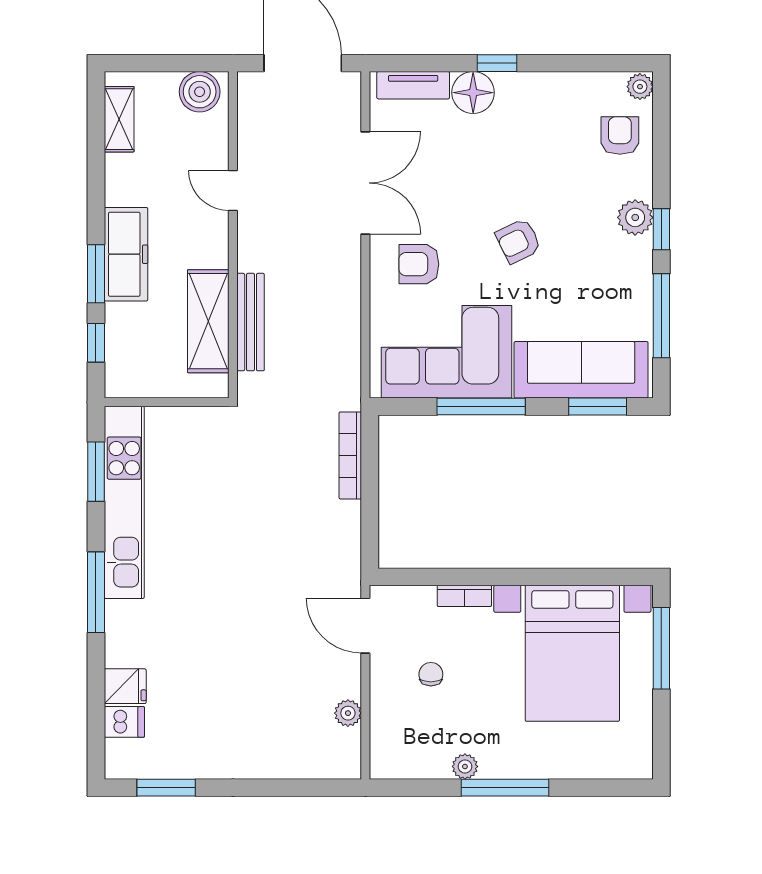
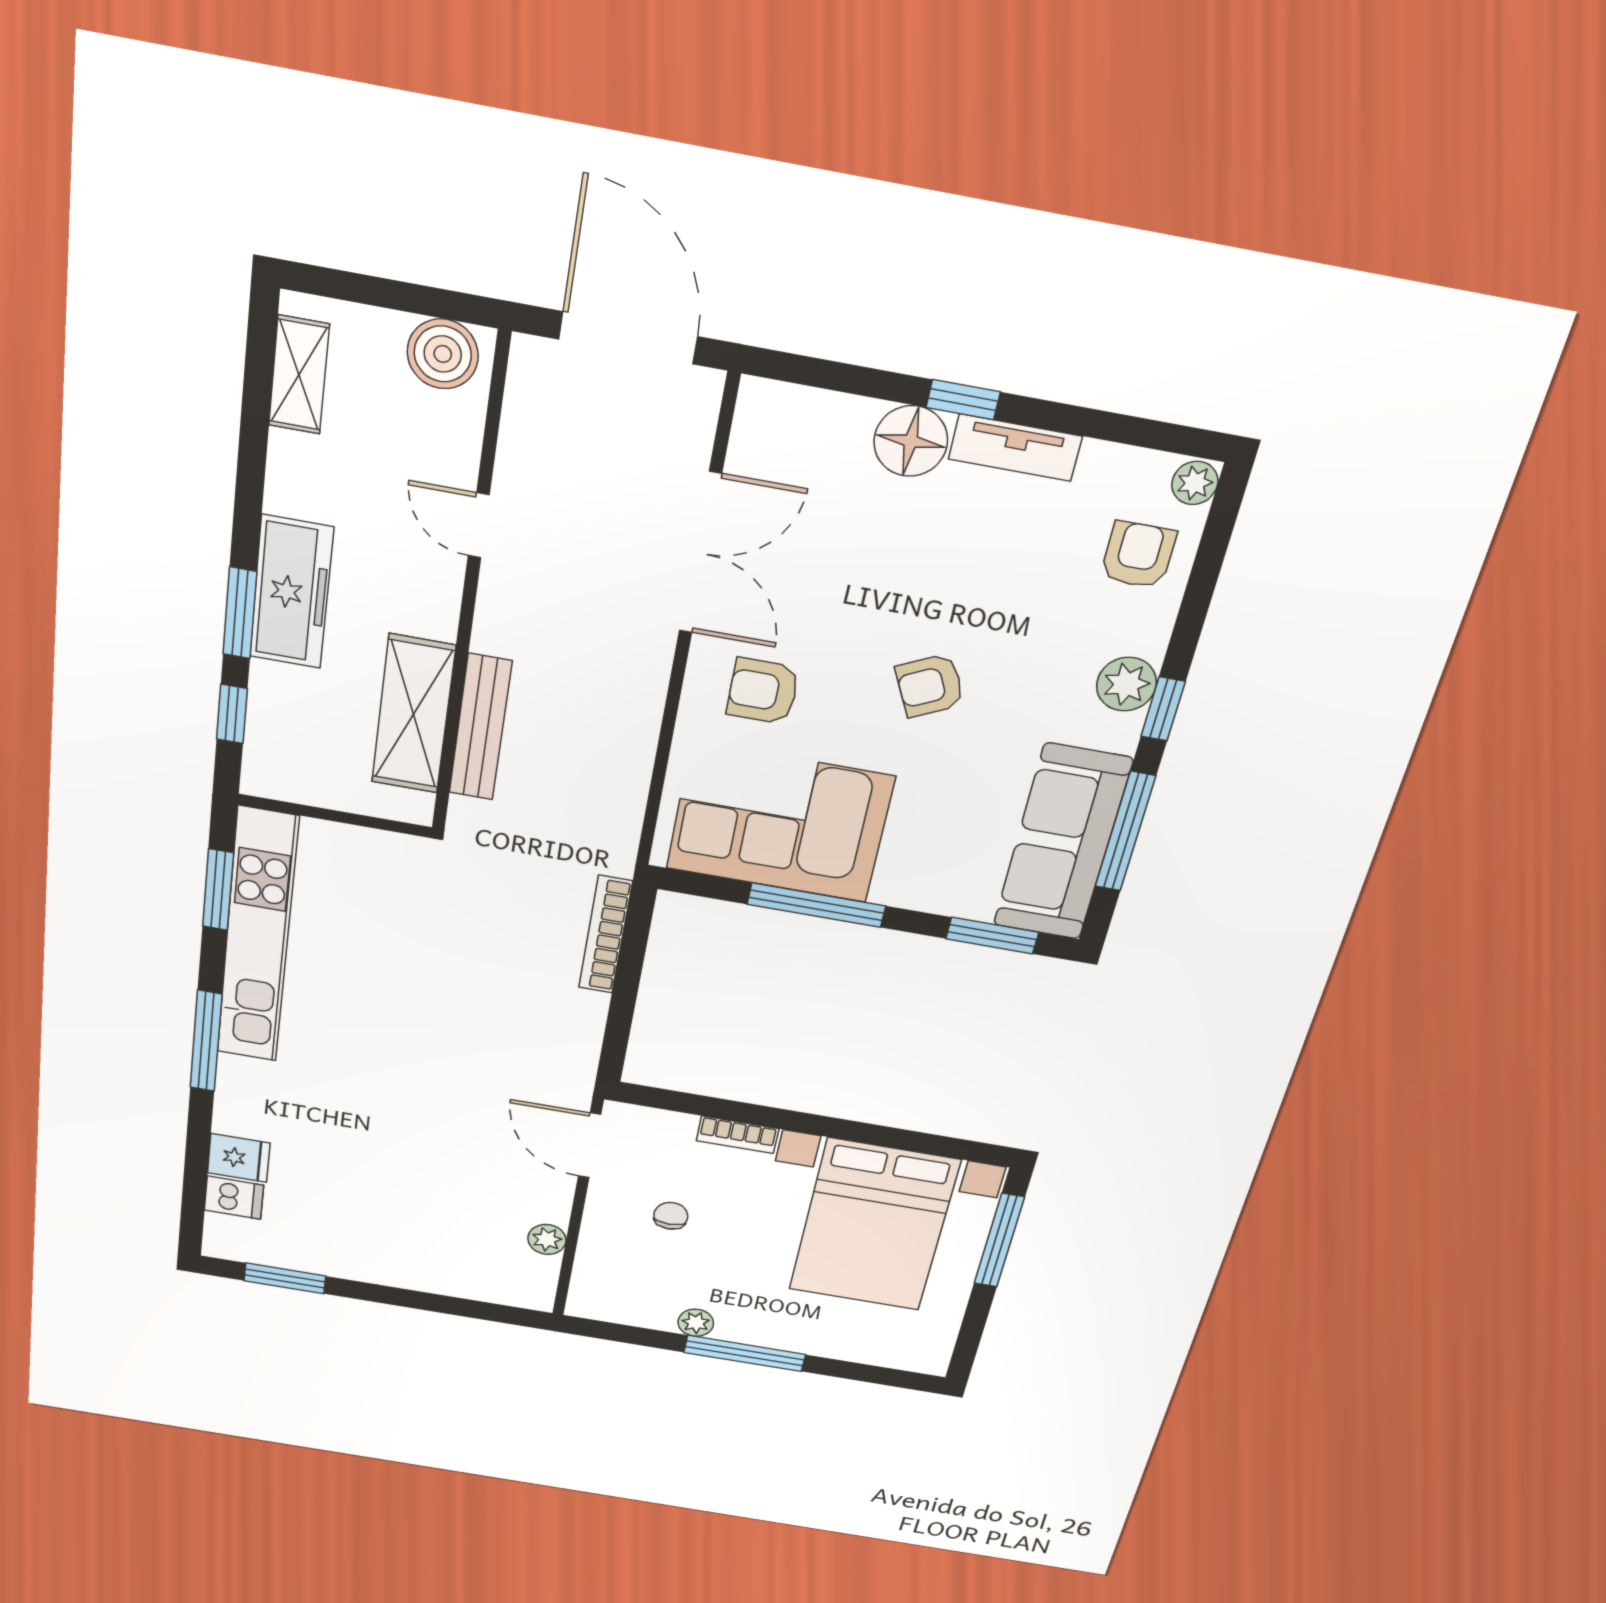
tv unit: (413, 85) -> (1015, 448), moved
sofa: (581, 370) -> (1062, 843), moved, turned -90

